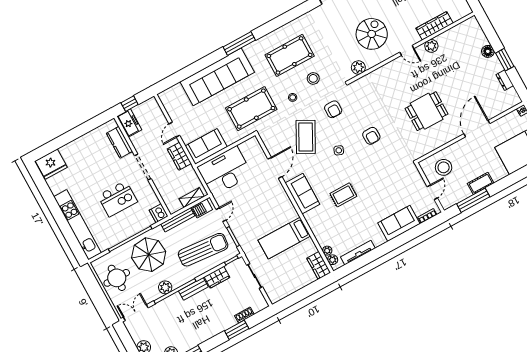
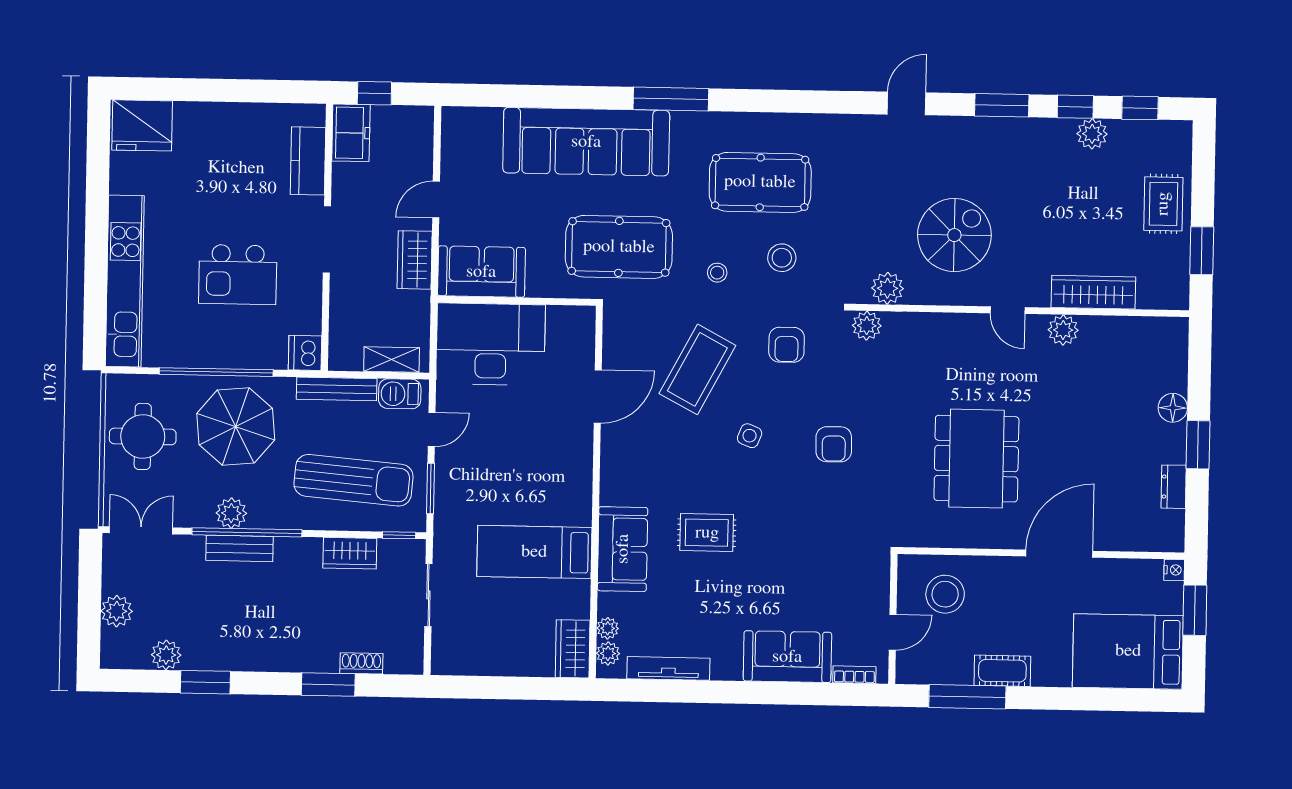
plant: (359, 85) -> (867, 326), added
dining table: (427, 111) -> (976, 459), width x1.38
sofa: (302, 194) -> (623, 549), moved
bench: (193, 289) -> (240, 548), moved

